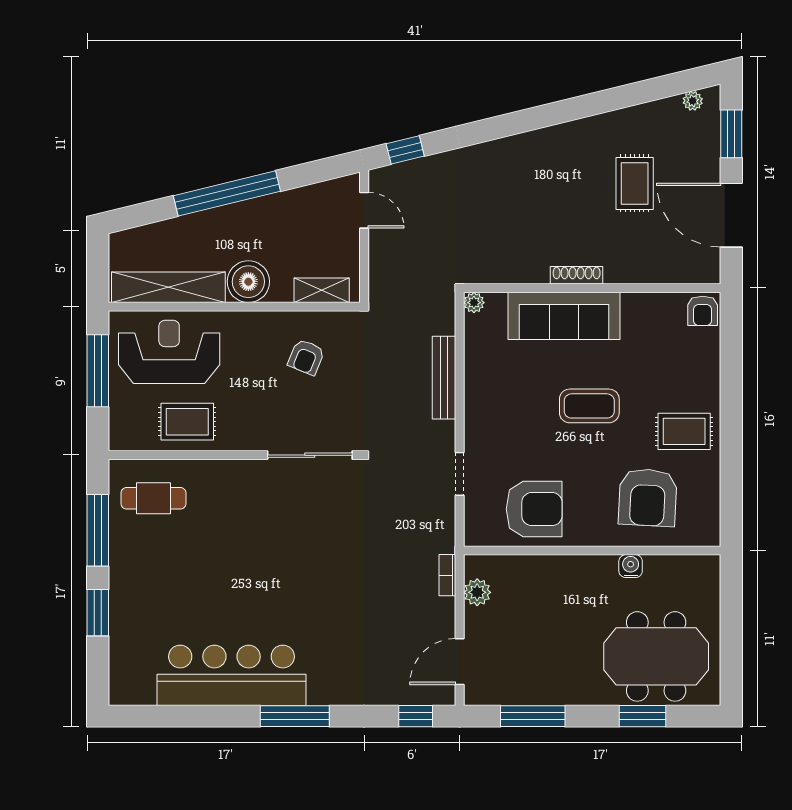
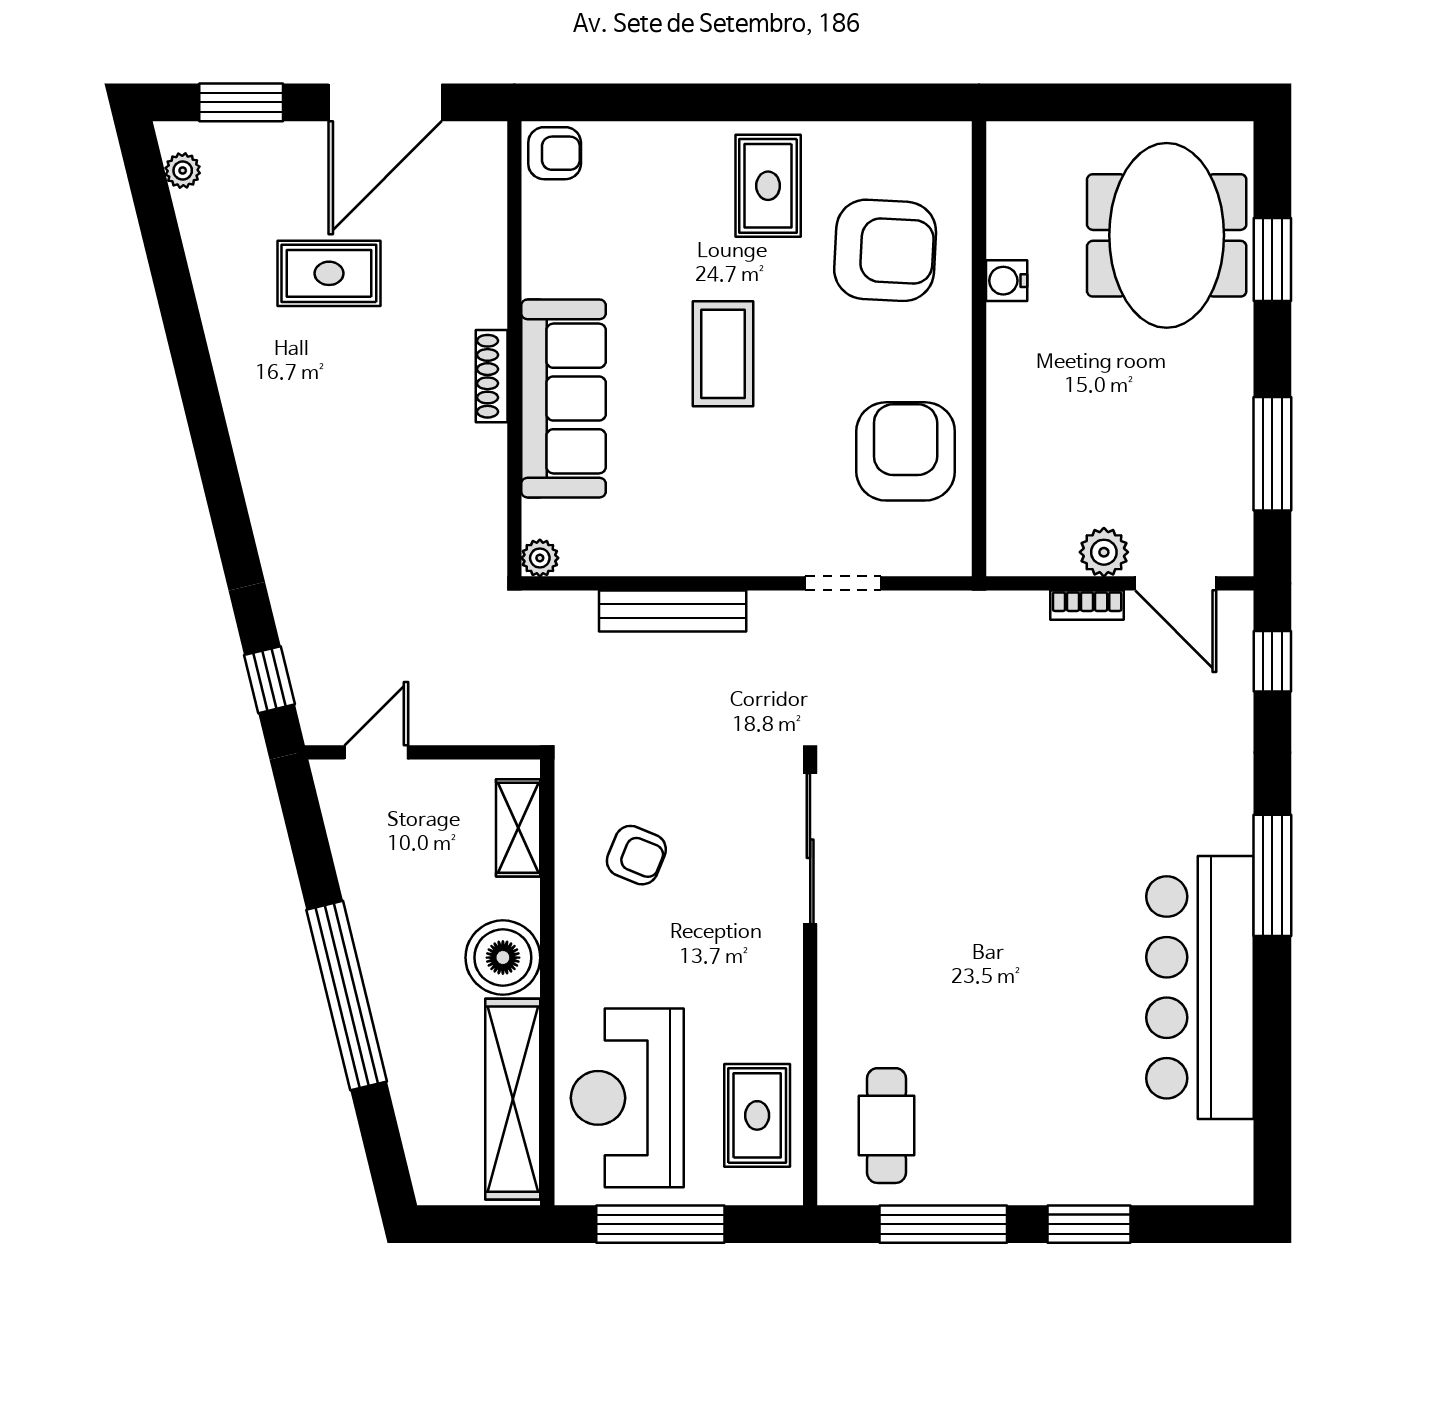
rug: (187, 422) -> (757, 1115), moved
bookcase: (447, 575) -> (1087, 605), moved
plant: (477, 592) -> (1104, 552), moved

